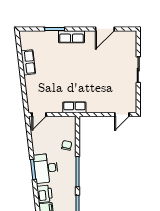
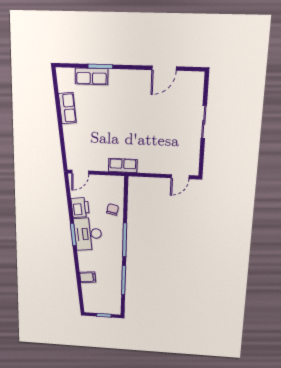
row of seats: (71, 37) -> (91, 76), moved
printer: (45, 194) -> (80, 207), moved

